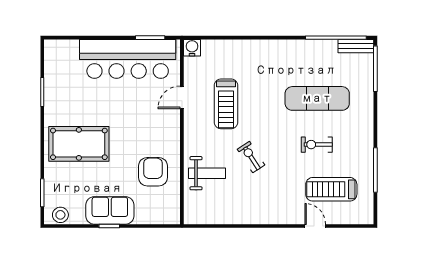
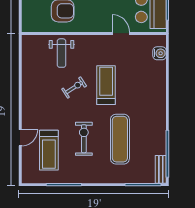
water cooler: (192, 48) -> (160, 53), moved
treadmill: (226, 104) -> (106, 85), moved, turned 90
exercise bike: (317, 145) -> (84, 139), width x1.38, depth x1.39
treadmill: (331, 189) -> (49, 150), turned 180

